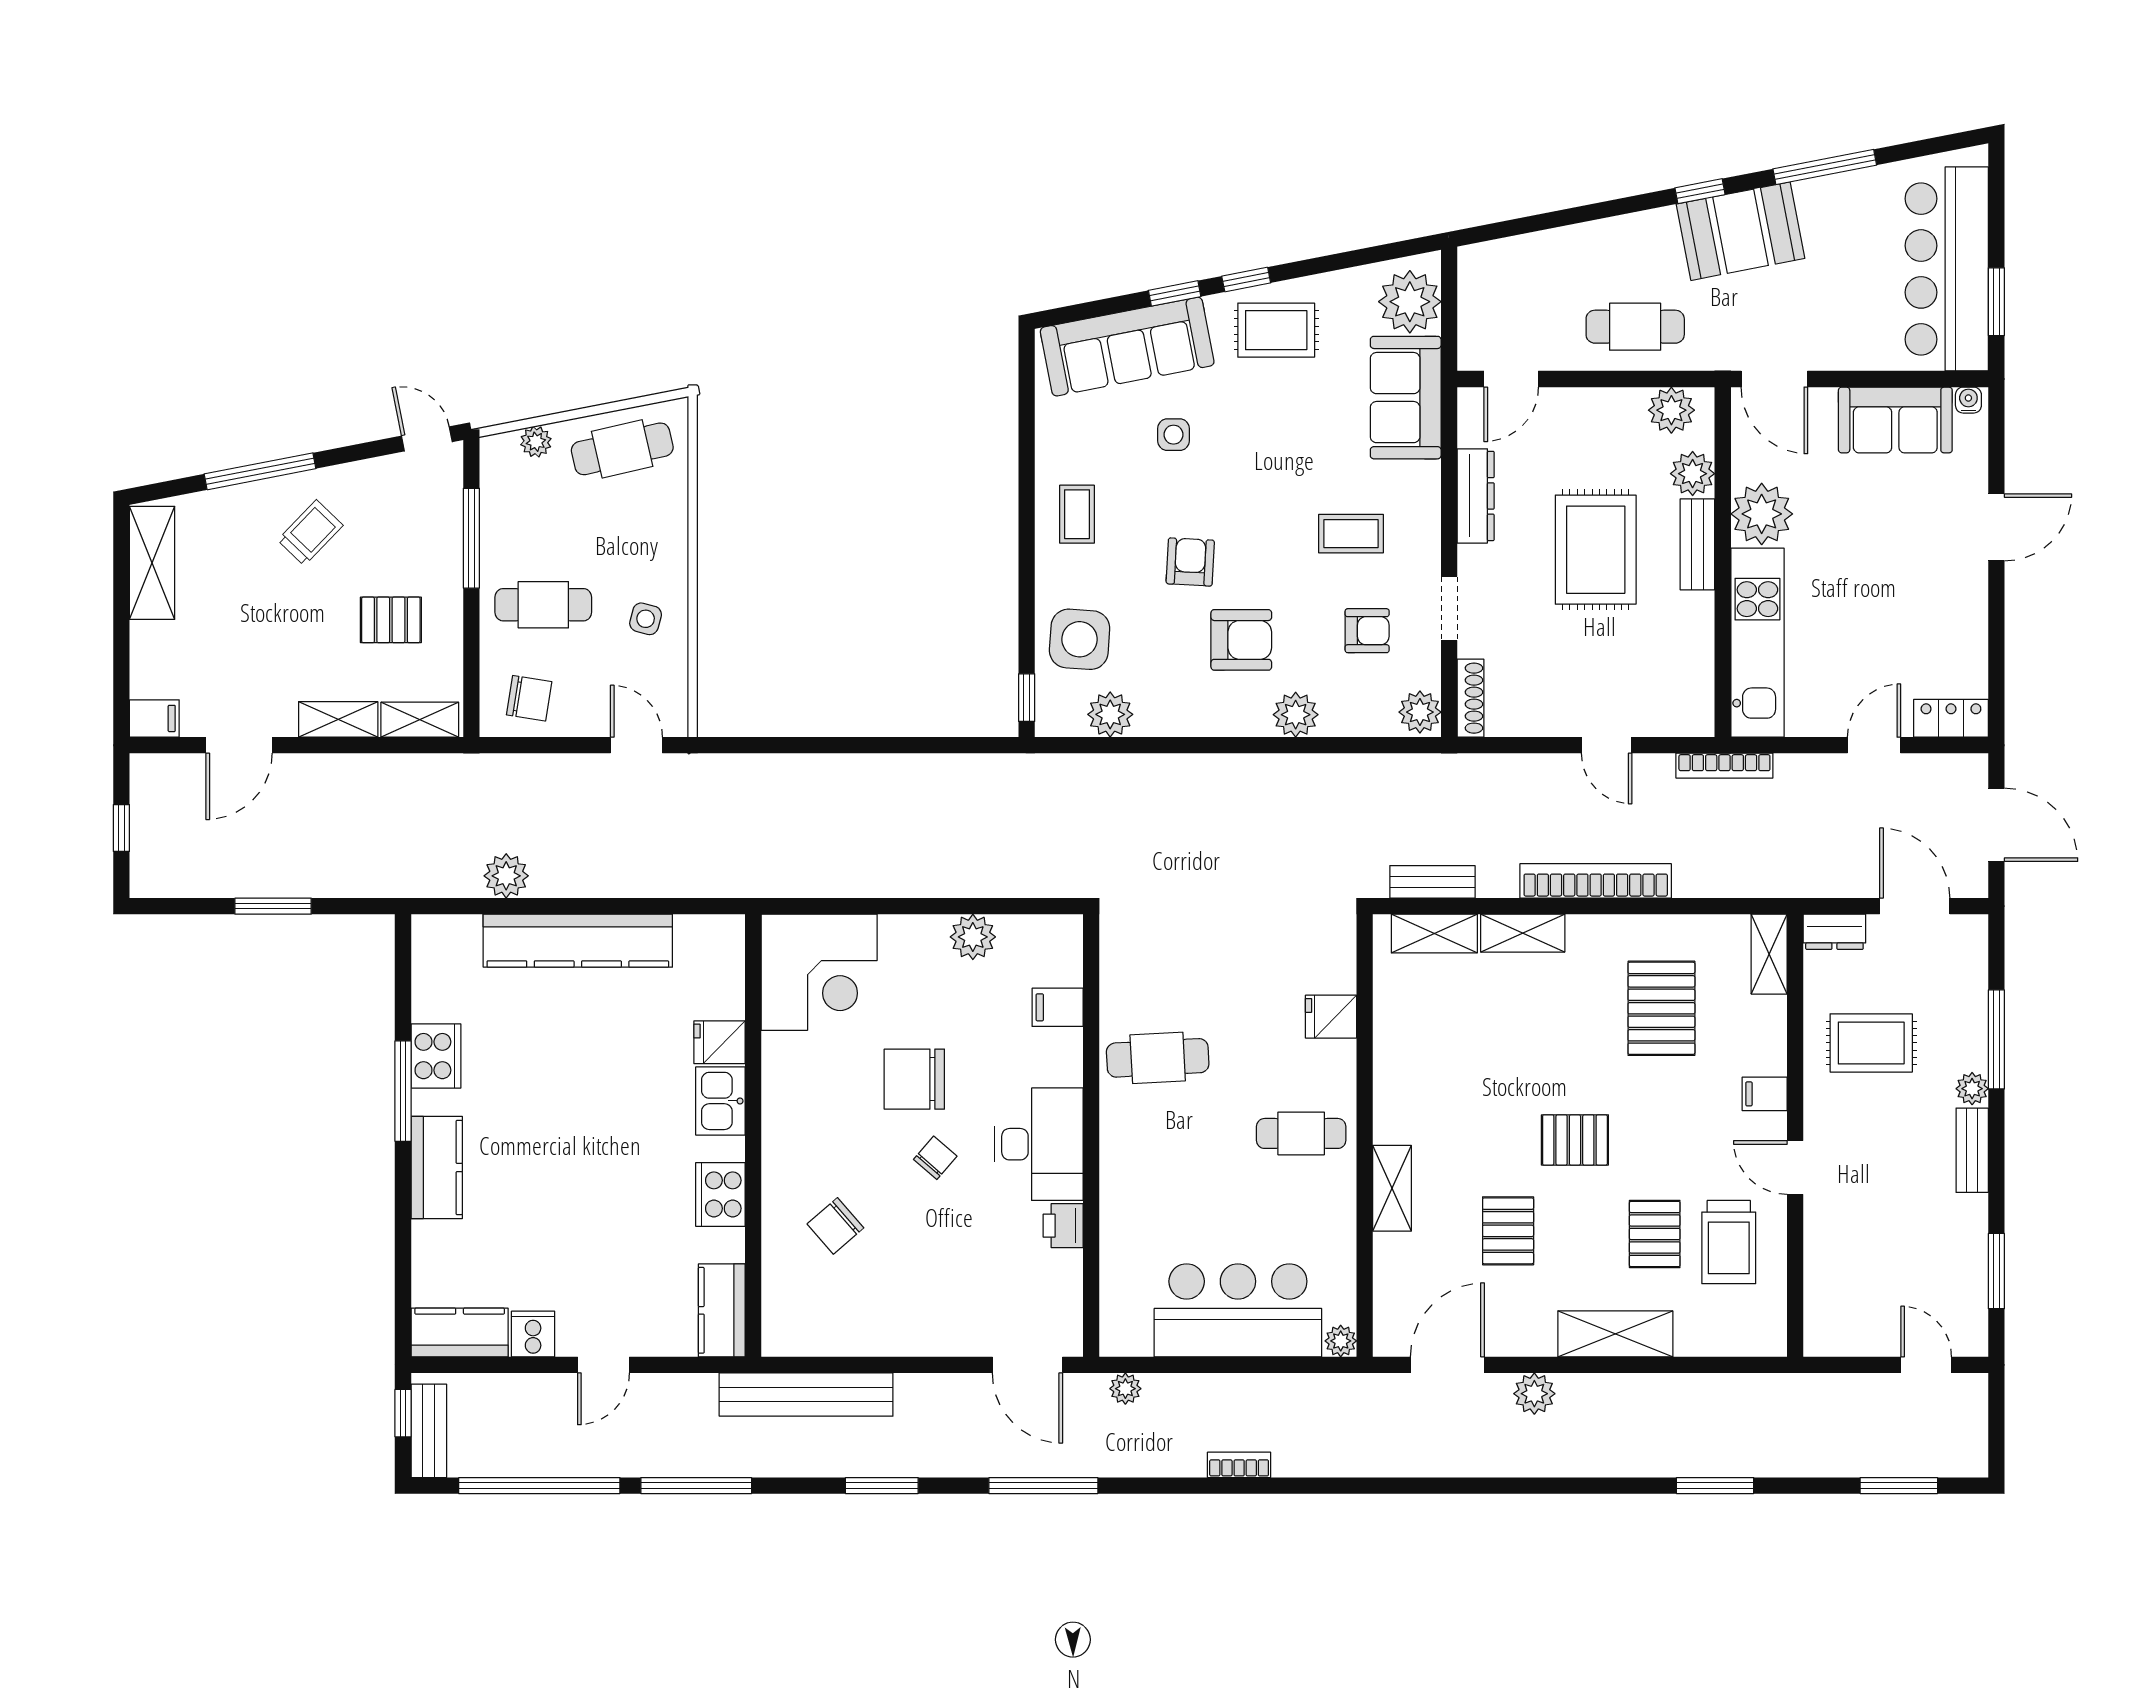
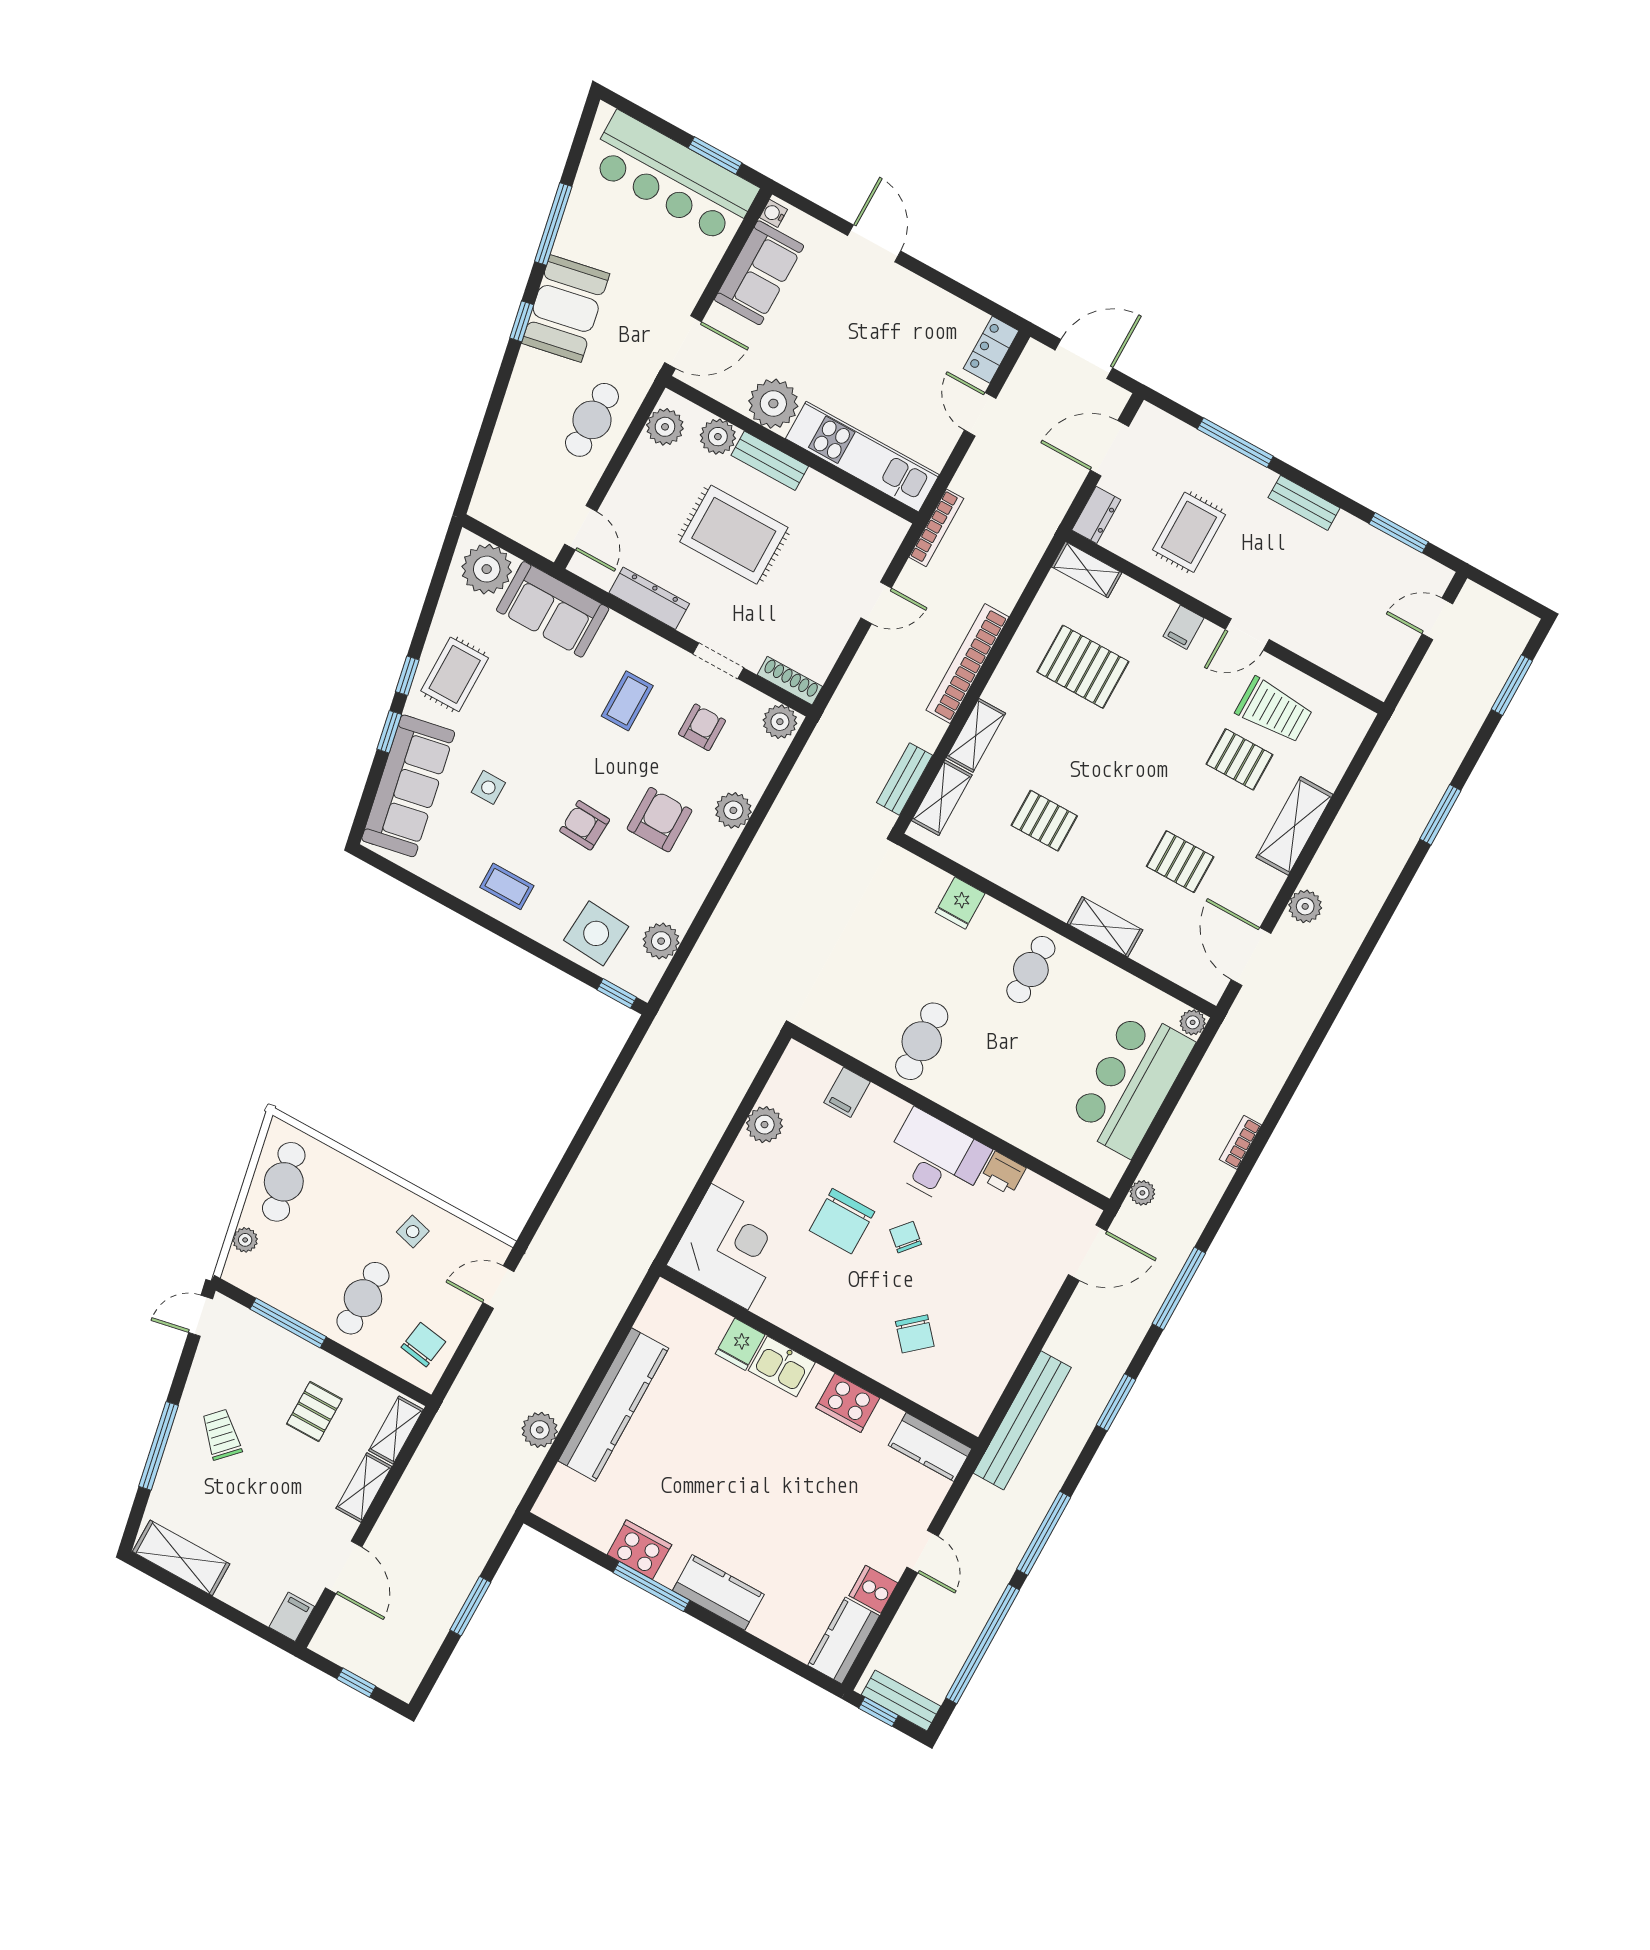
plant: (1972, 1089) -> (1260, 479), removed
pallet: (1575, 1140) -> (1044, 821), moved, turned 90

